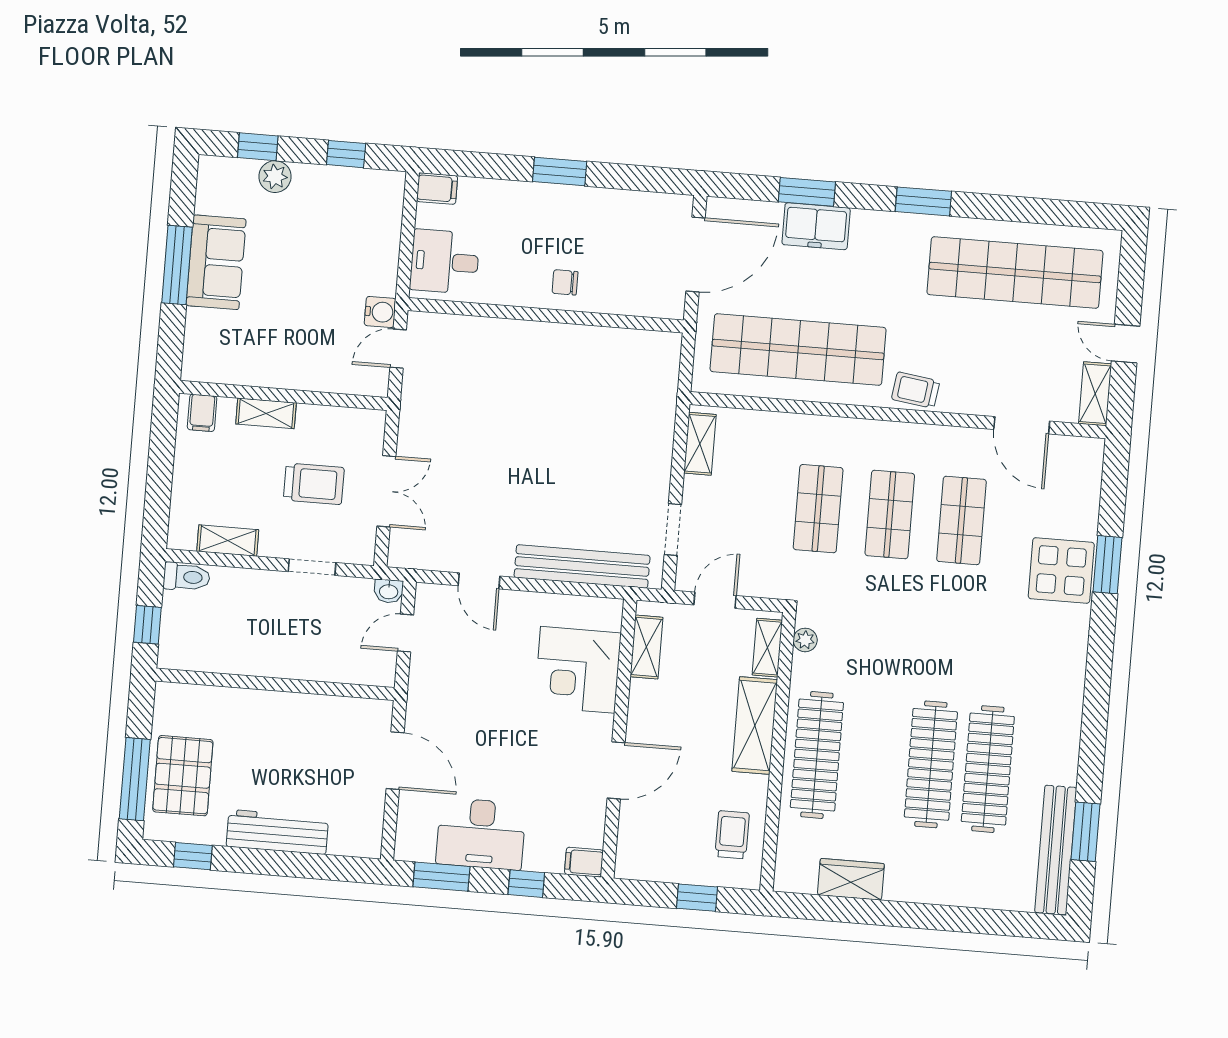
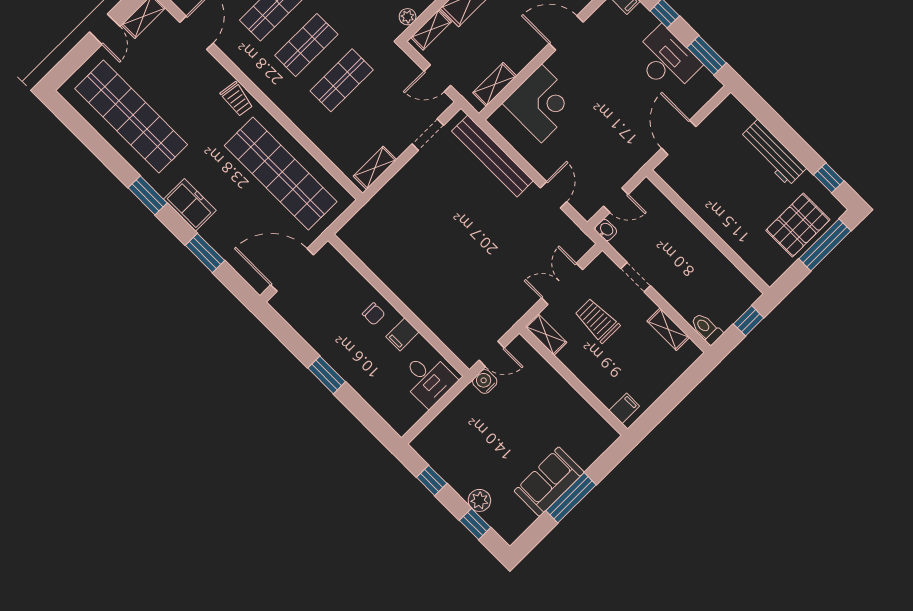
filing cabinet: (437, 189) -> (402, 334), moved, turned -90
freezer: (816, 226) -> (190, 205), moved
shelving: (266, 413) -> (546, 335), moved

